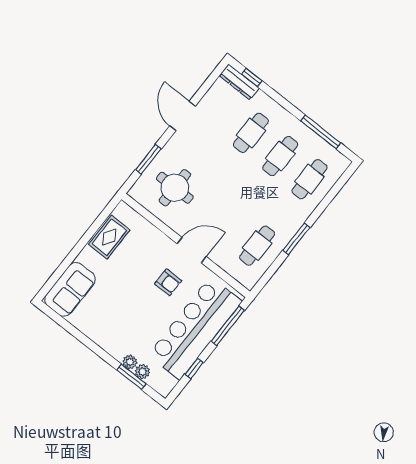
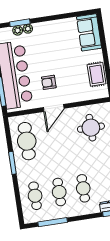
cafe table: (257, 246) -> (27, 141), width x1.37, depth x1.35

